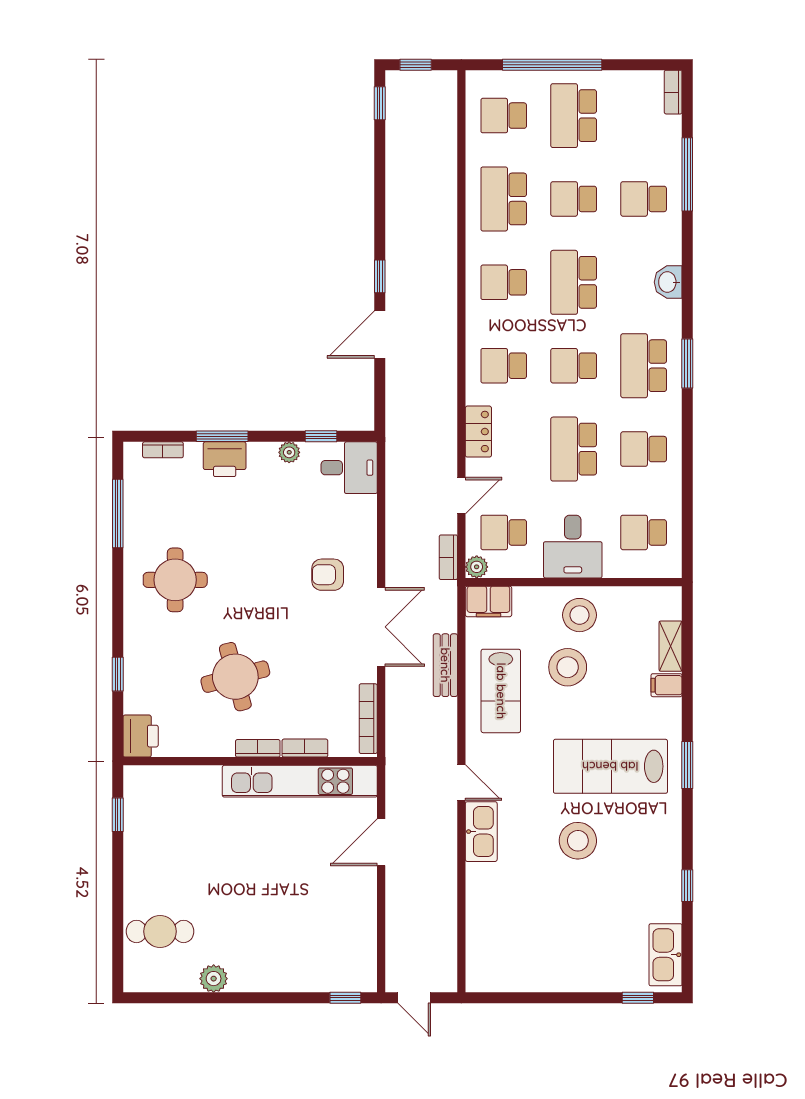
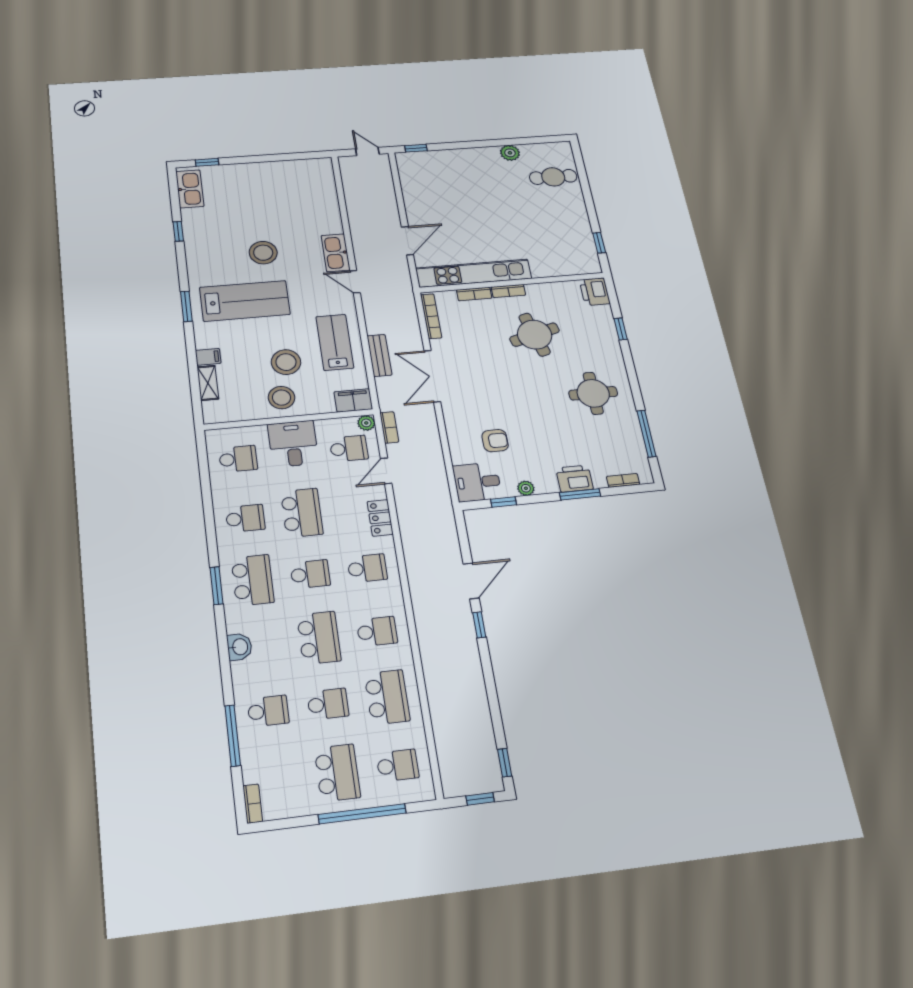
armchair: (328, 575) -> (495, 441), moved

